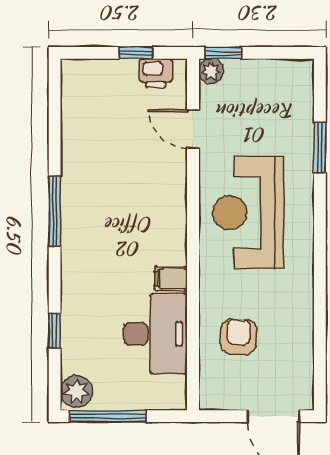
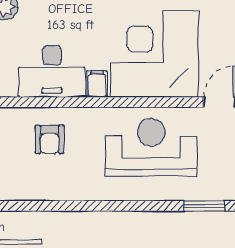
corner desk: (134, 208) -> (155, 54), added
armchair: (239, 337) -> (50, 139), turned 87

